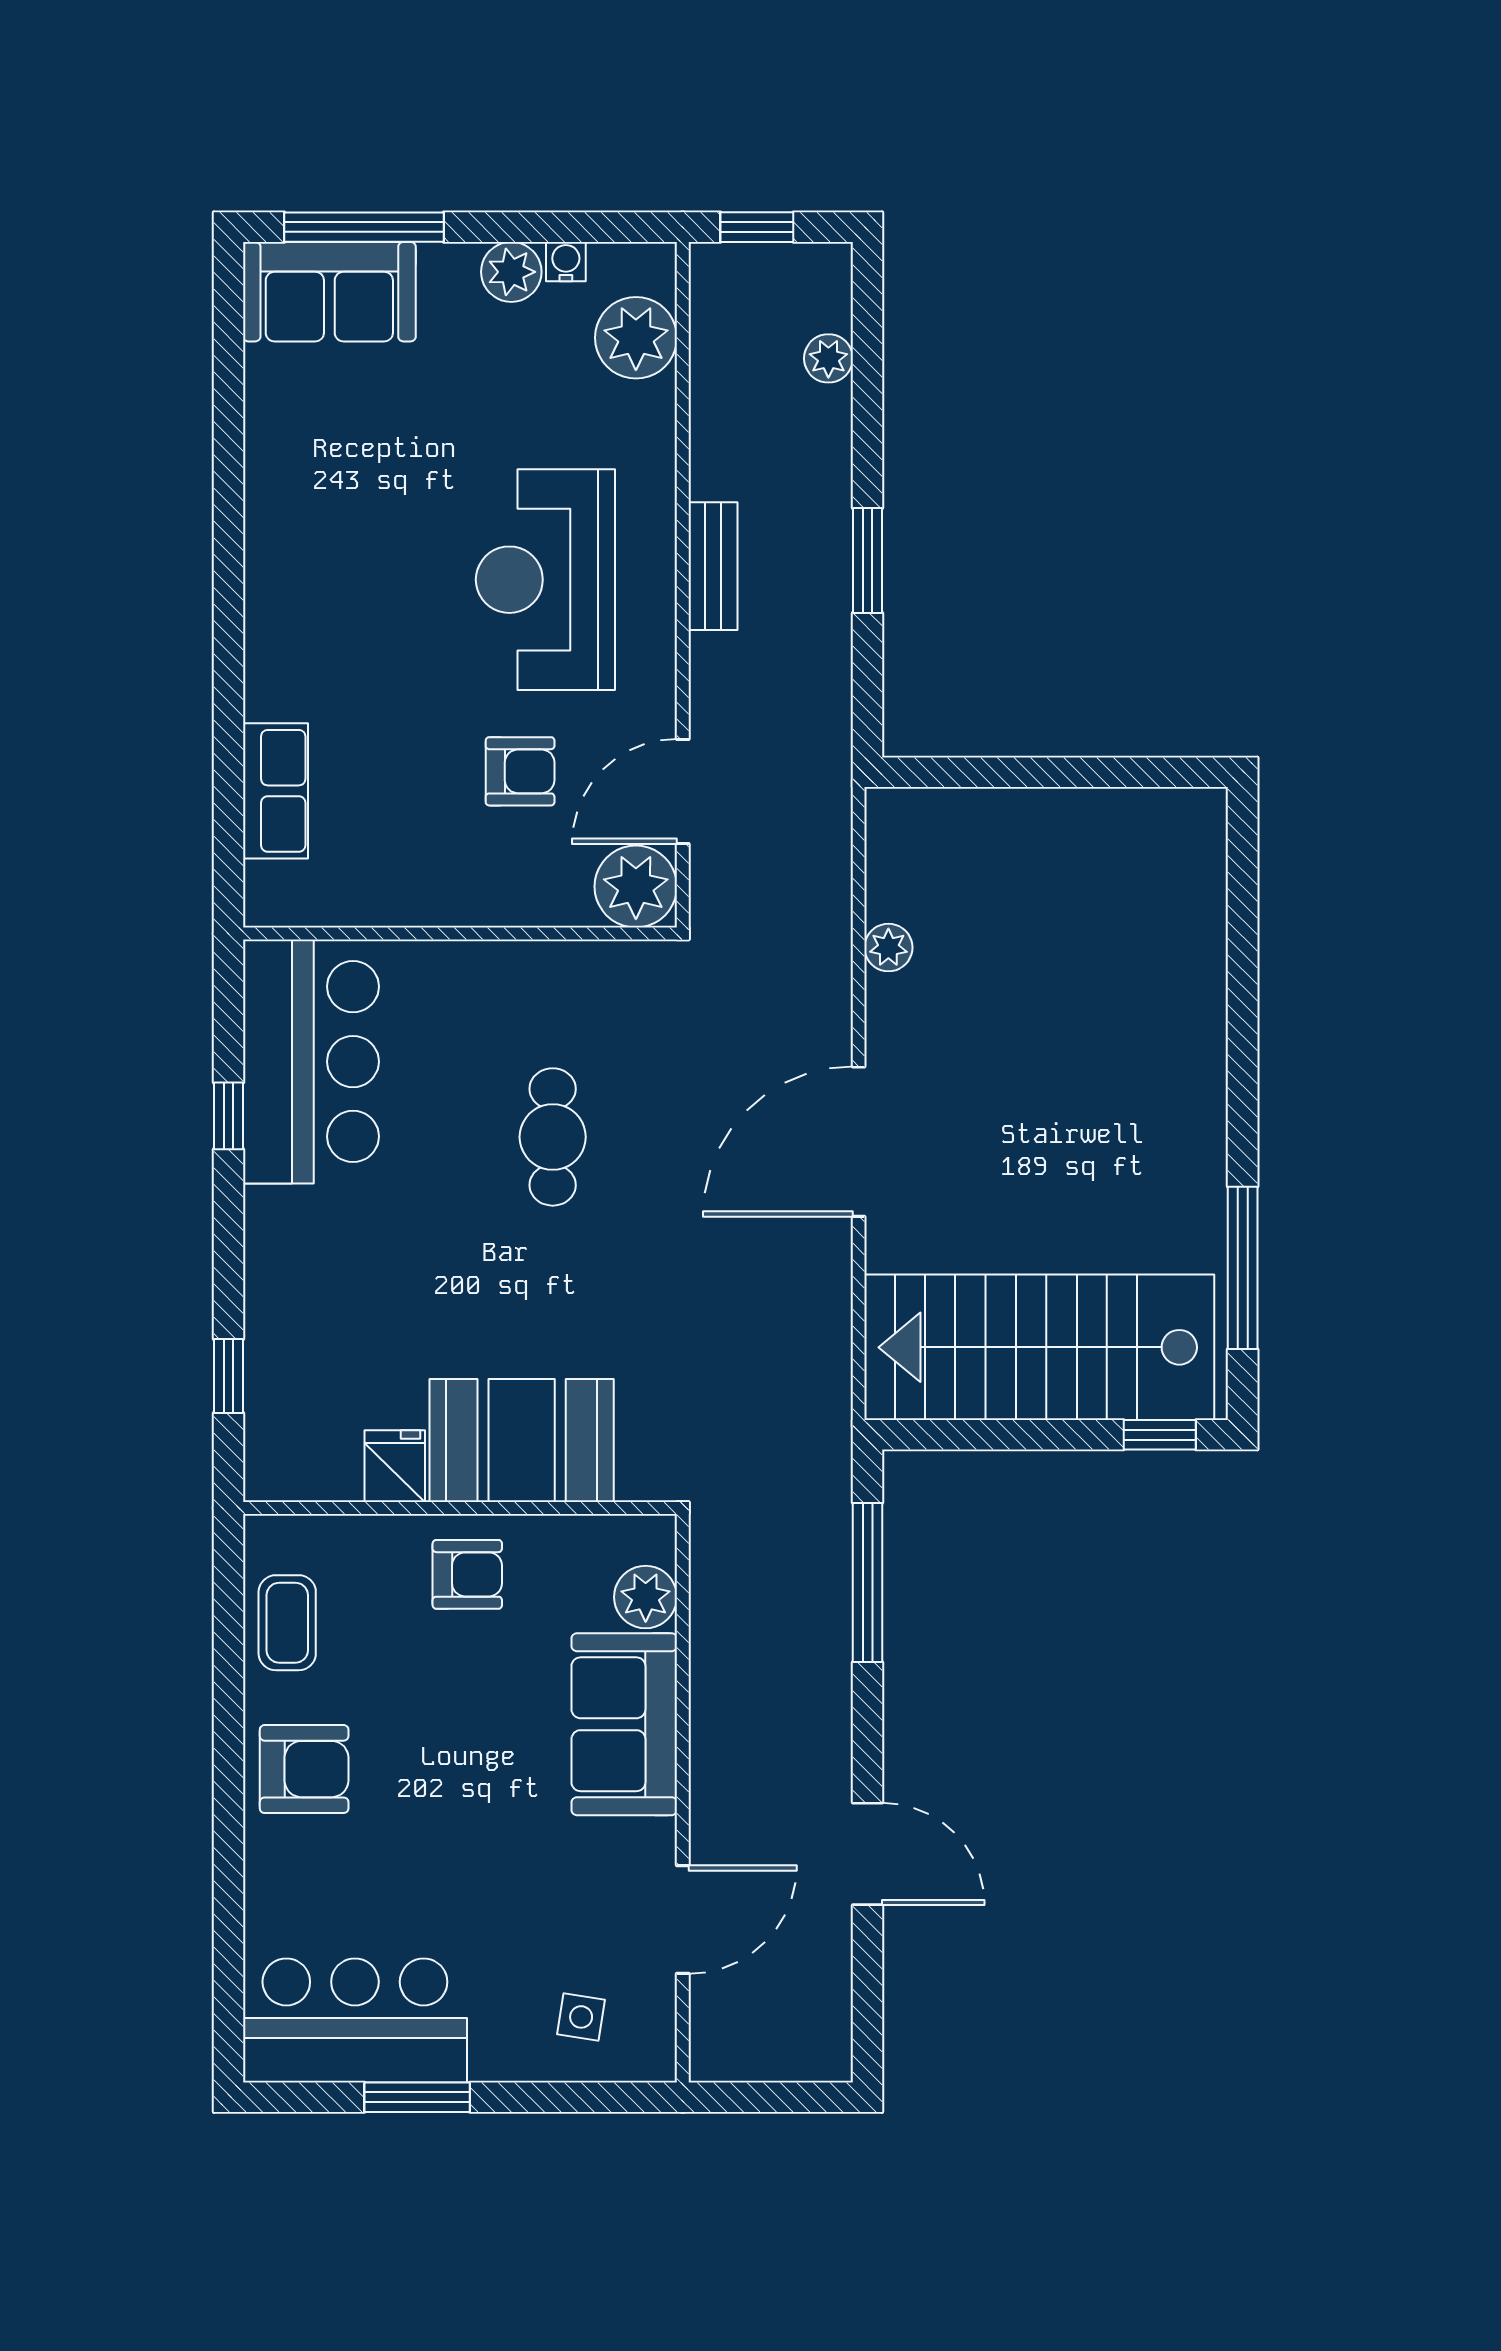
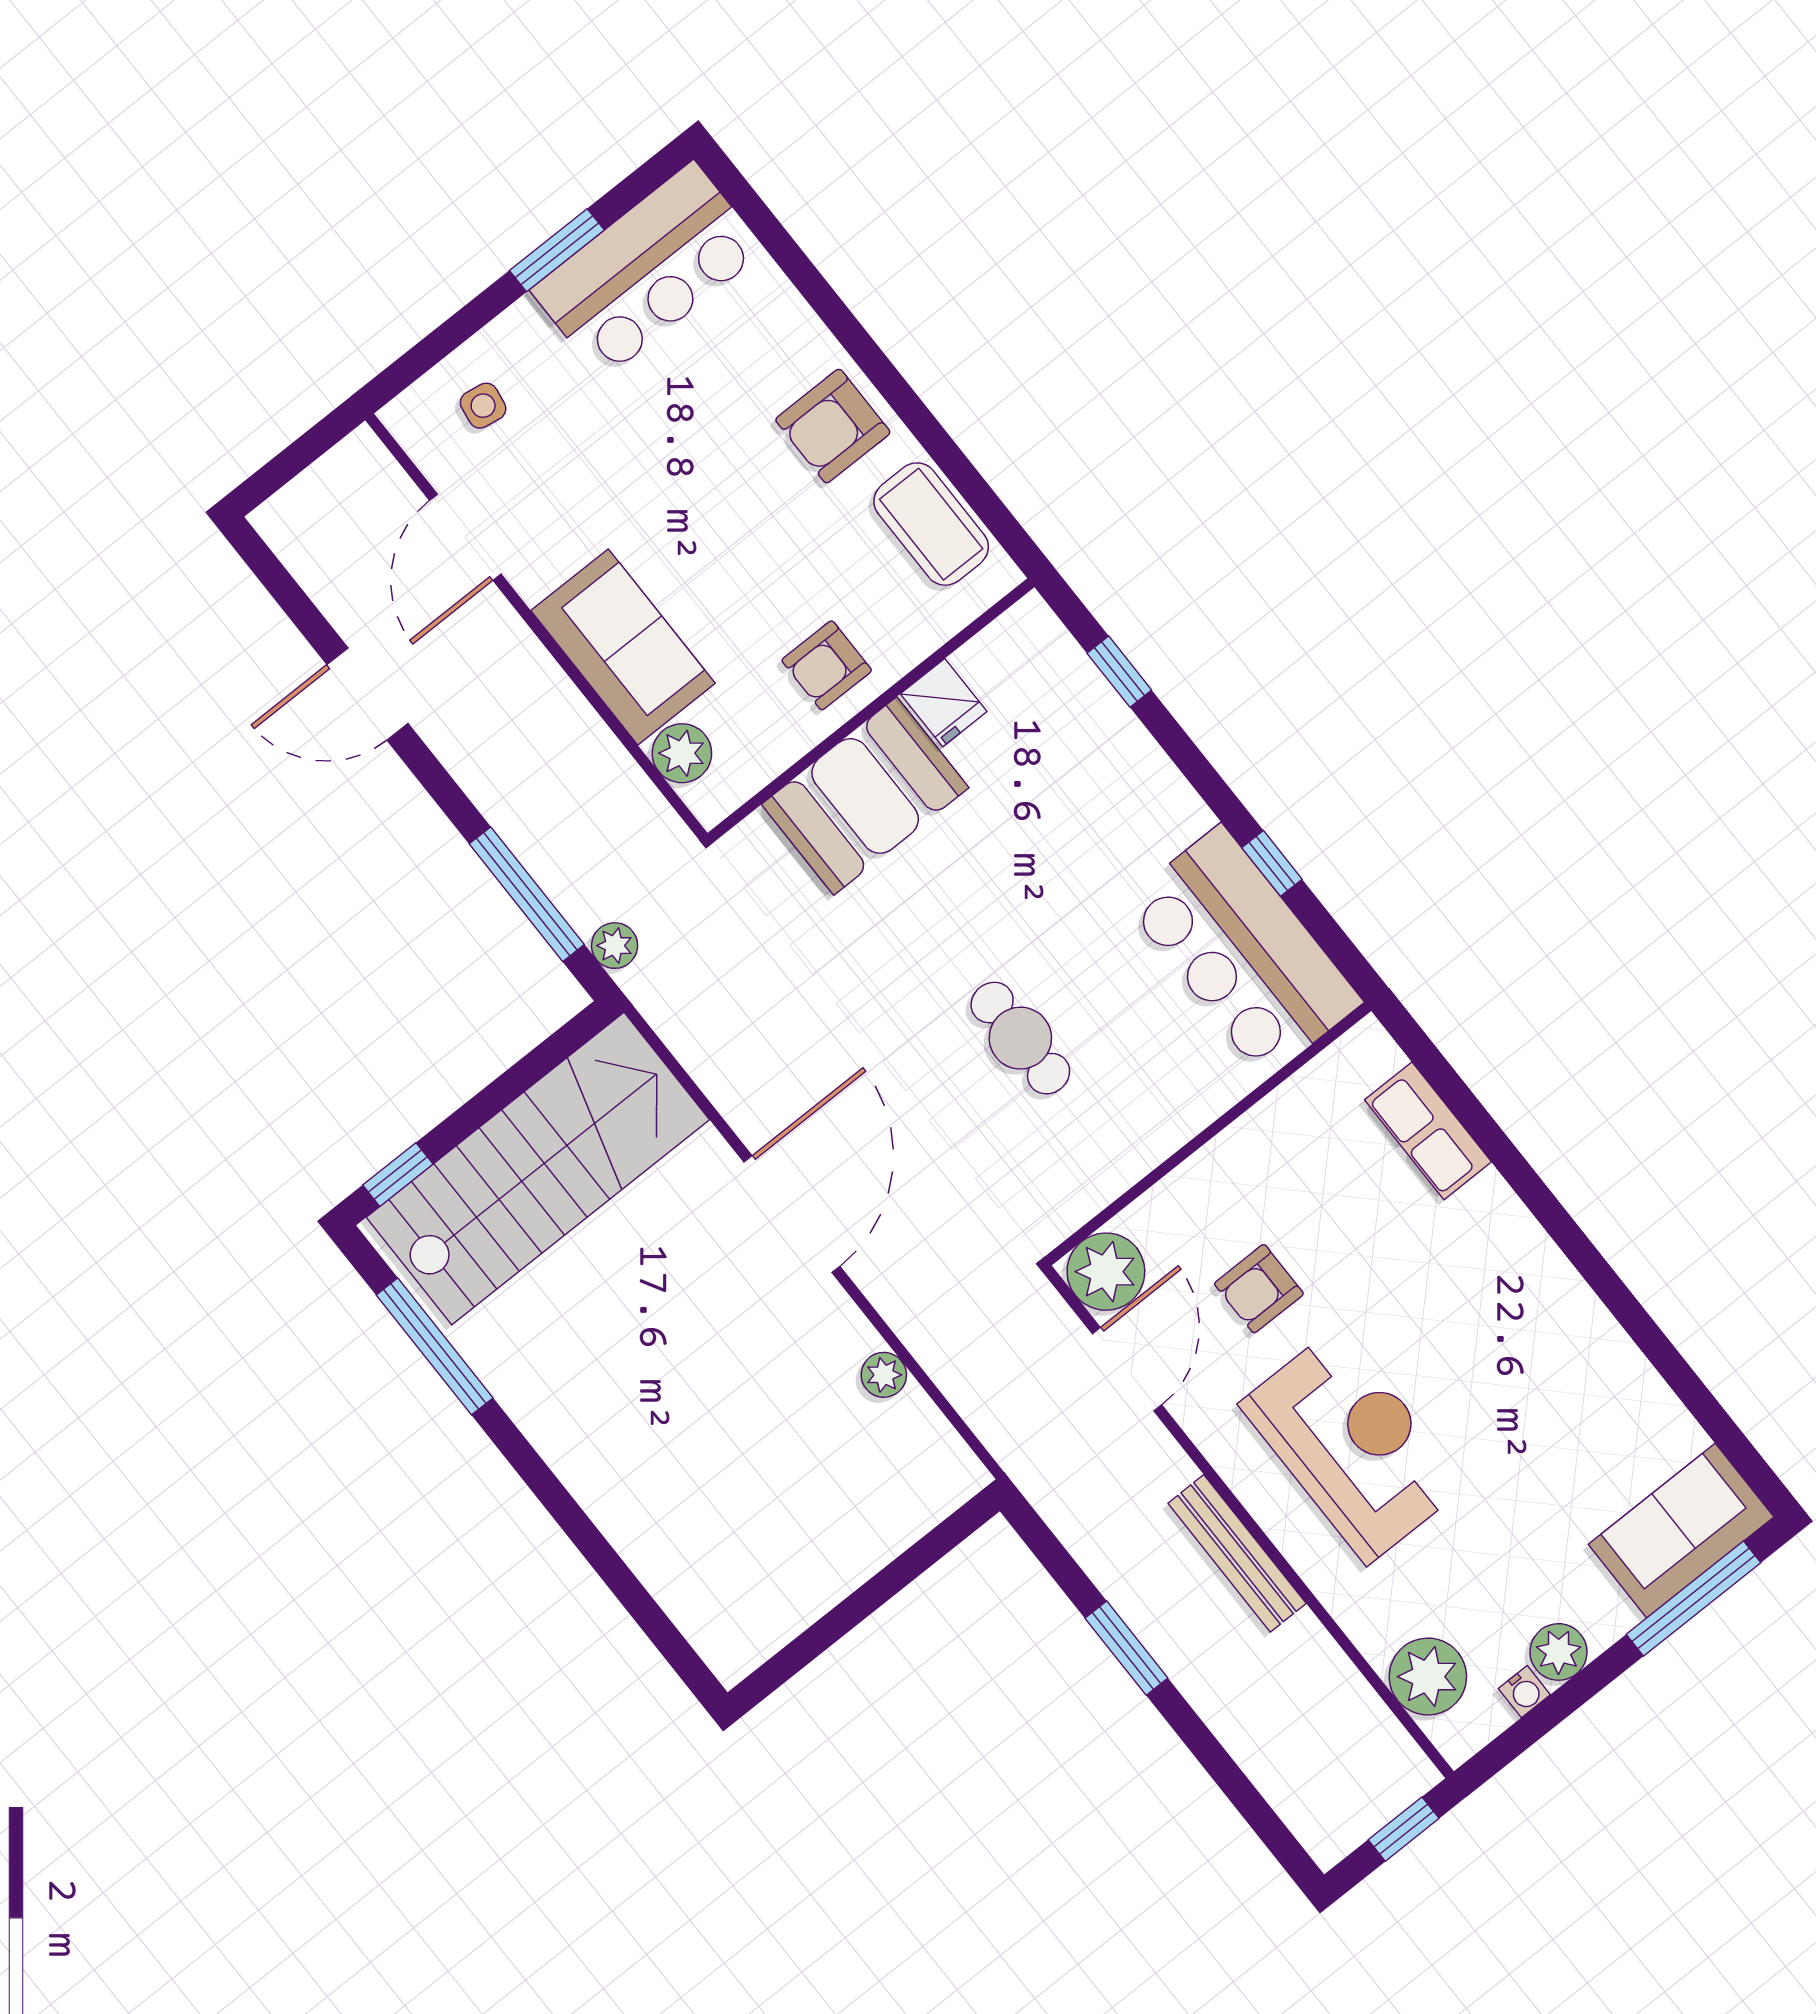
plant: (828, 358) -> (615, 946), moved
bench: (713, 566) -> (1237, 1553), width x1.36
coffee table: (287, 1623) -> (931, 524), width x1.36, depth x1.30

